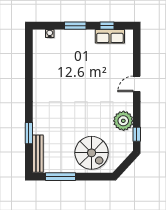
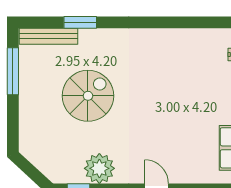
spiral stairs: (92, 153) -> (88, 96), moved, turned 180

